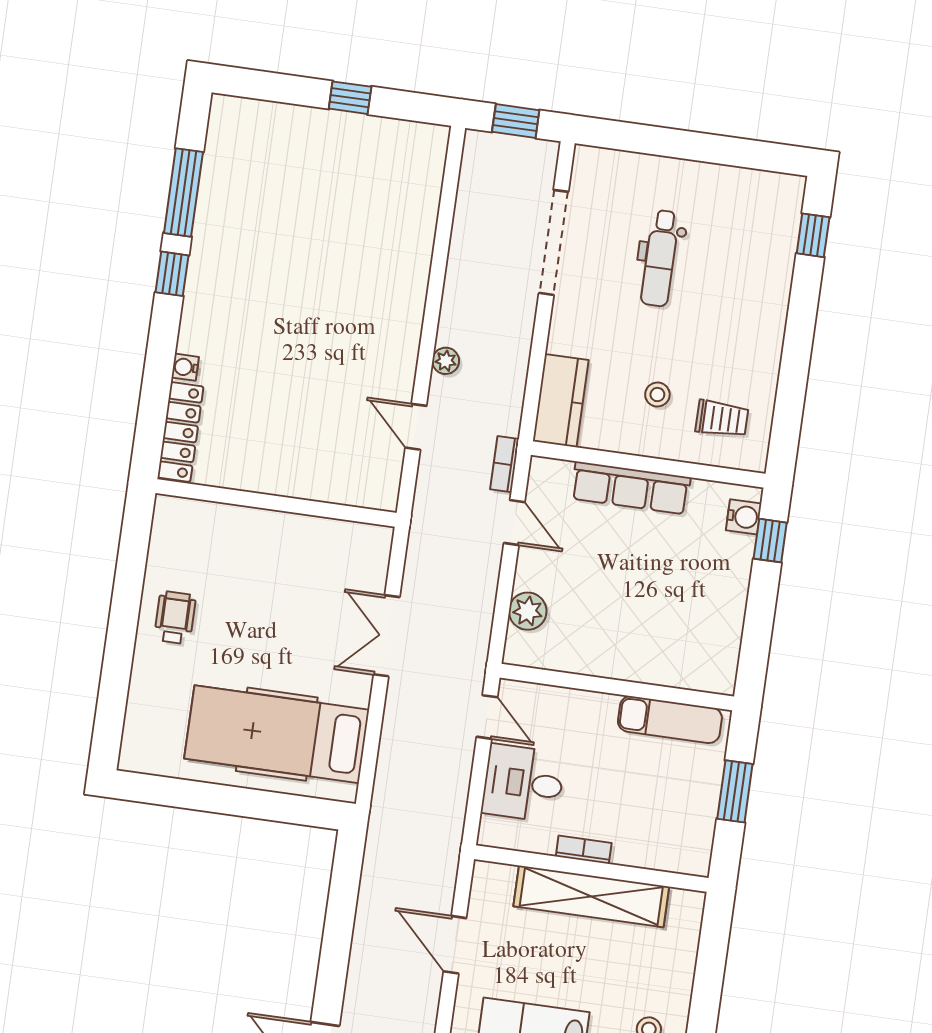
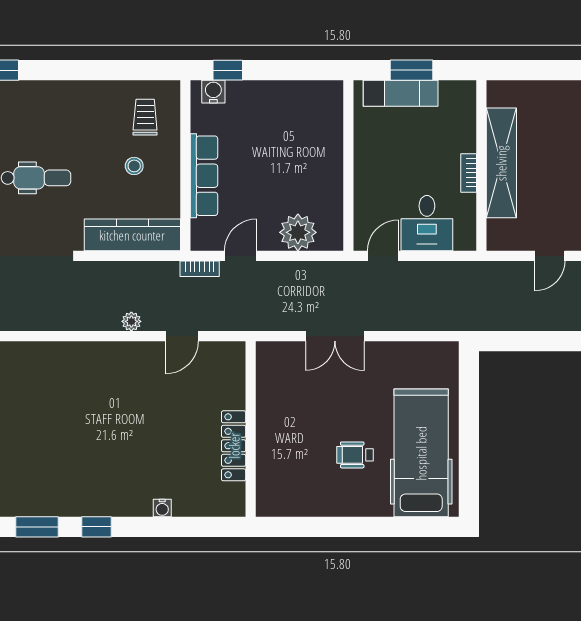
window: (183, 193) -> (37, 527), width x0.69
kitchen counter: (561, 401) -> (132, 235), width x1.50
locker: (180, 432) -> (234, 446), moved, turned -90
plant: (528, 611) -> (298, 232), width x1.36, depth x1.36
wheelchair: (175, 618) -> (355, 455), moved
exam couch: (670, 720) -> (401, 93), moved, turned 90
hospital bed: (277, 734) -> (421, 453), moved, turned 180
door: (455, 945) -> (550, 256), width x0.73

